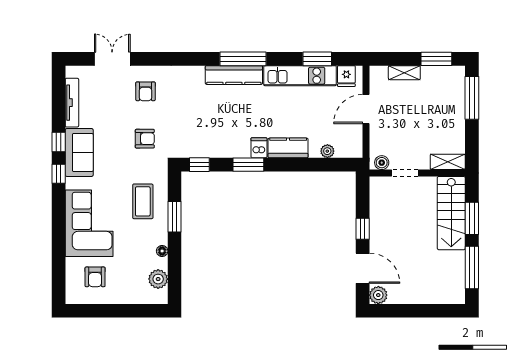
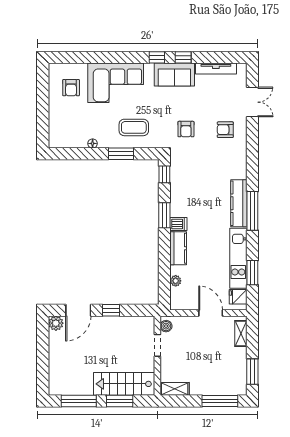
shelving: (404, 73) -> (241, 334), moved
shelving: (448, 162) -> (175, 389), moved, turned 90
armchair: (95, 277) -> (71, 88), turned -90
plant: (158, 279) -> (69, 140), removed

